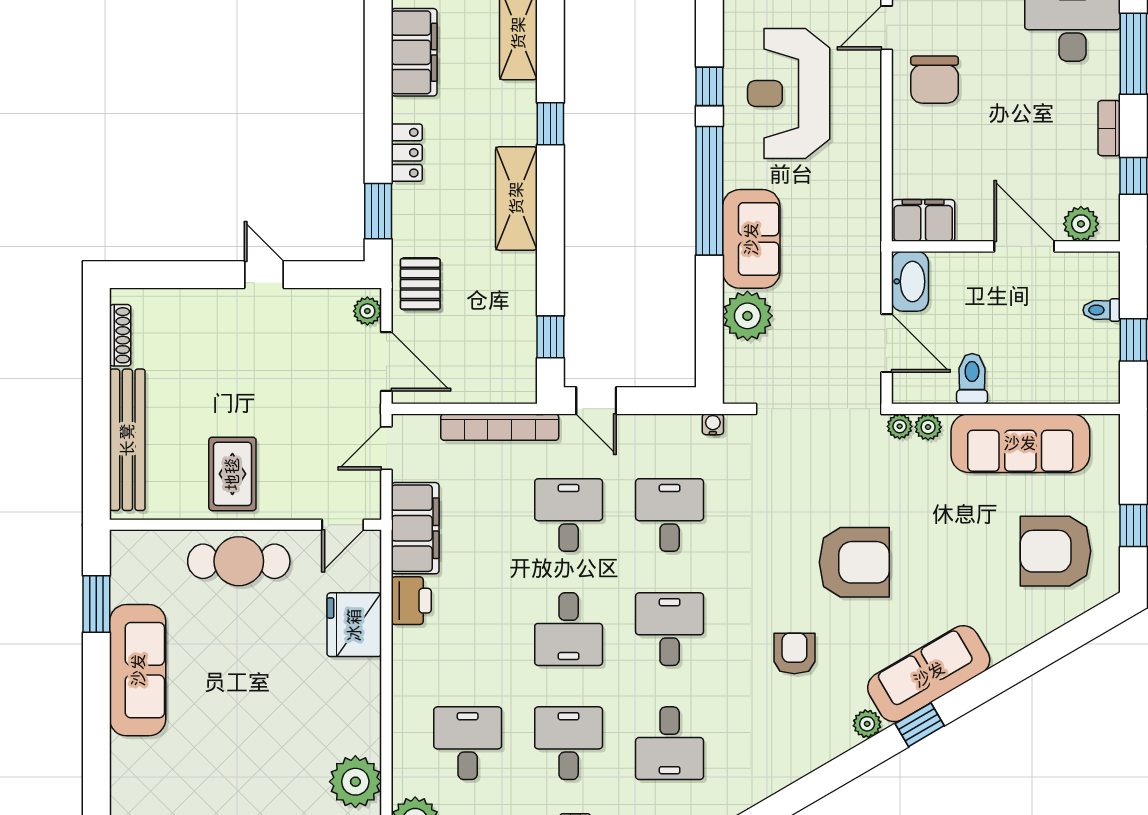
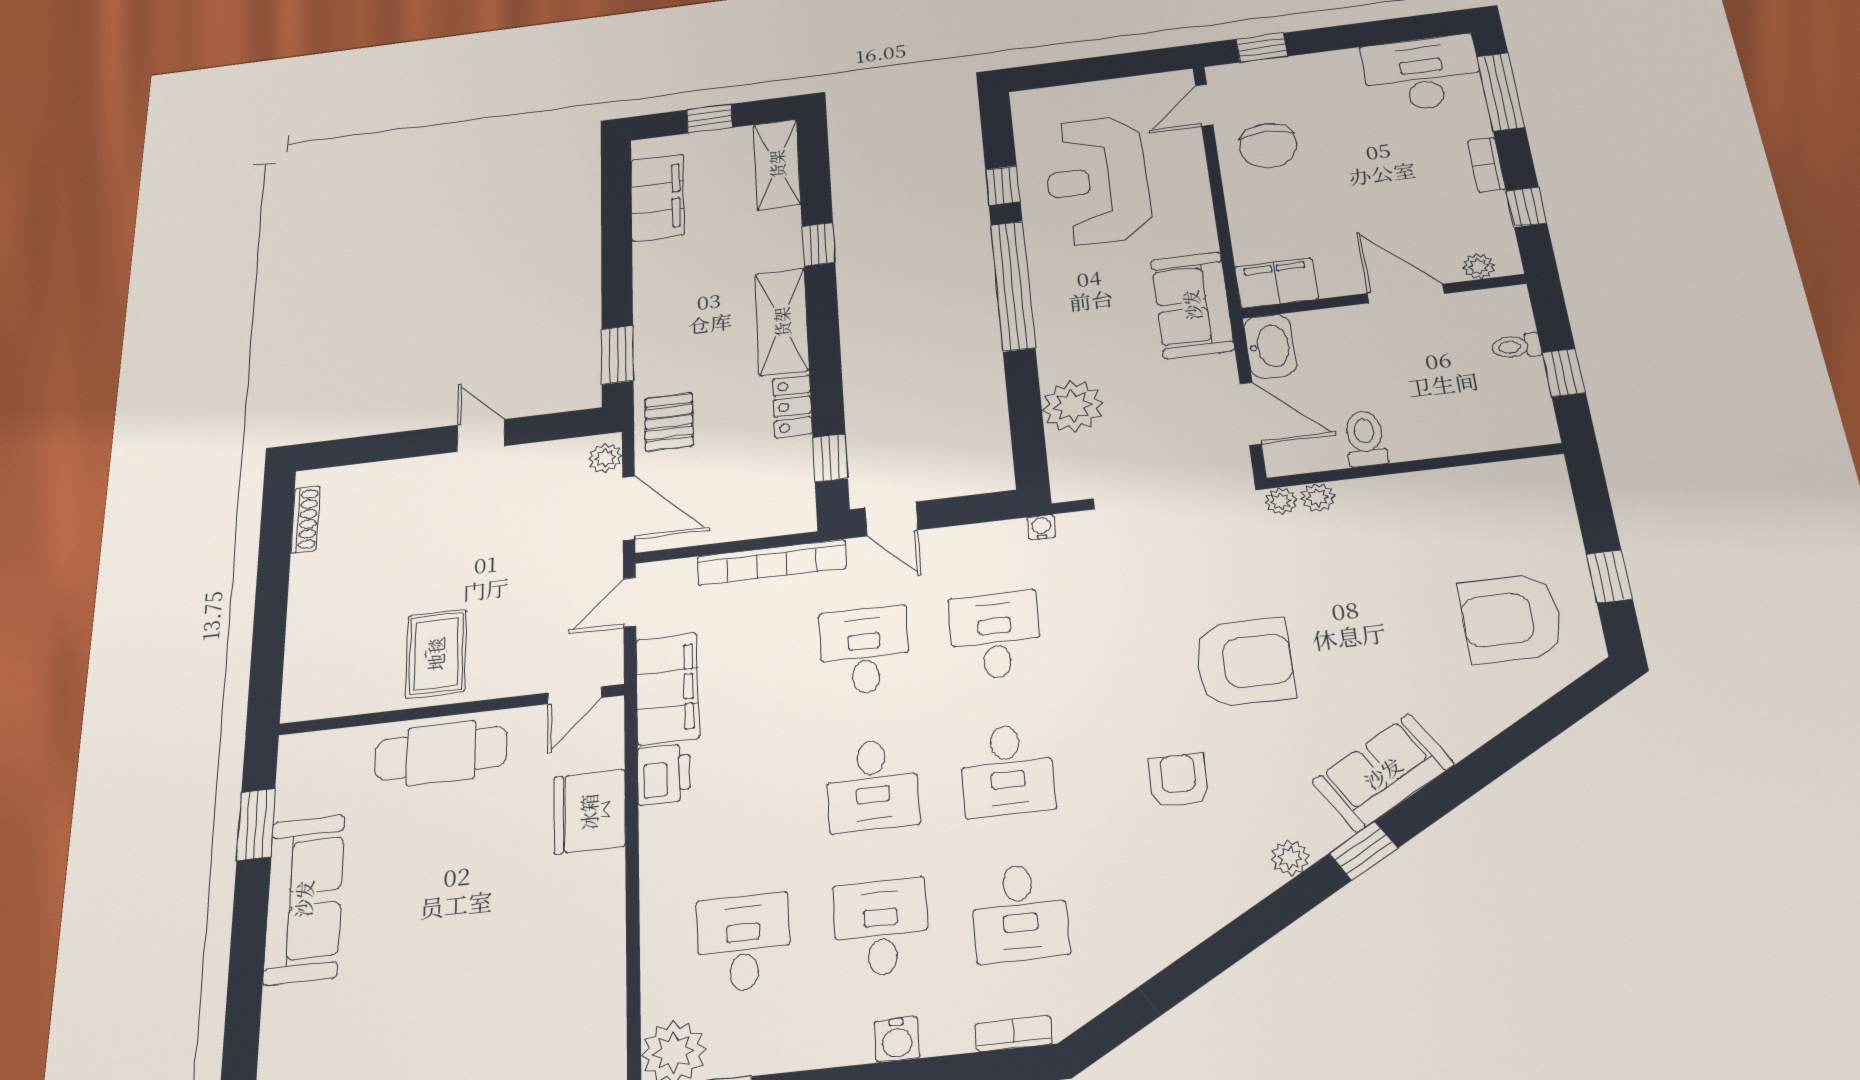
locker: (407, 153) -> (792, 406), moved, turned 180
plant: (1081, 224) -> (1479, 266), width x0.73, depth x0.73
sofa: (751, 239) -> (1192, 305), moved, turned 180
bench: (127, 440) -> (307, 631), removed
sofa: (1020, 443) -> (1440, 501), removed
desk: (670, 629) -> (1007, 770), turned 180
sofa: (929, 674) -> (1383, 773), width x0.73
plant: (355, 782) -> (591, 1009), removed

